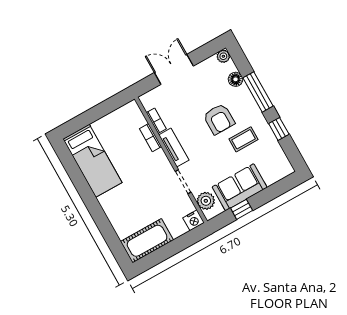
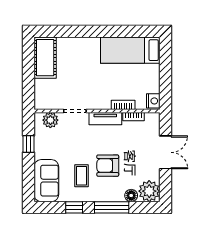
plant: (223, 56) -> (149, 191), width x1.87, depth x1.87
sofa: (240, 187) -> (46, 181), moved
nightstand: (194, 220) -> (153, 101), moved, turned 180

